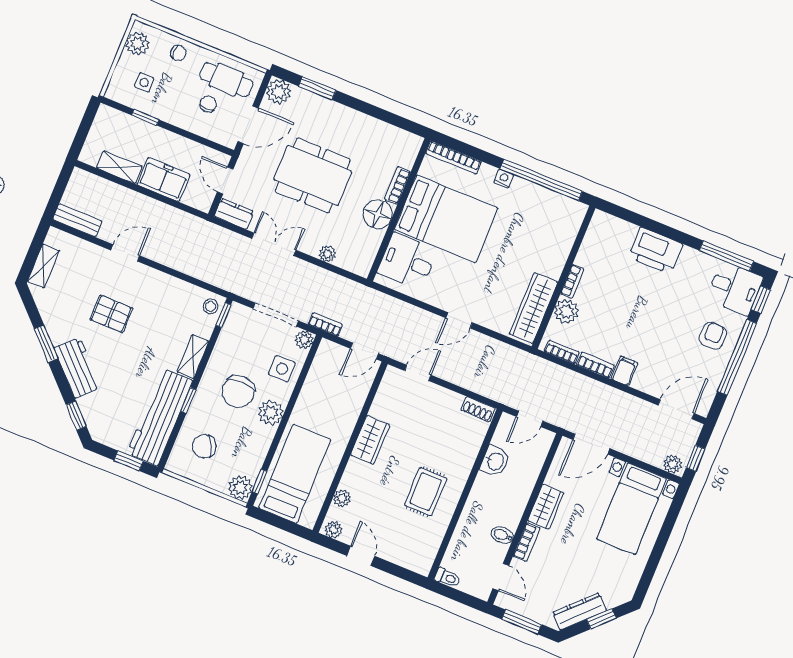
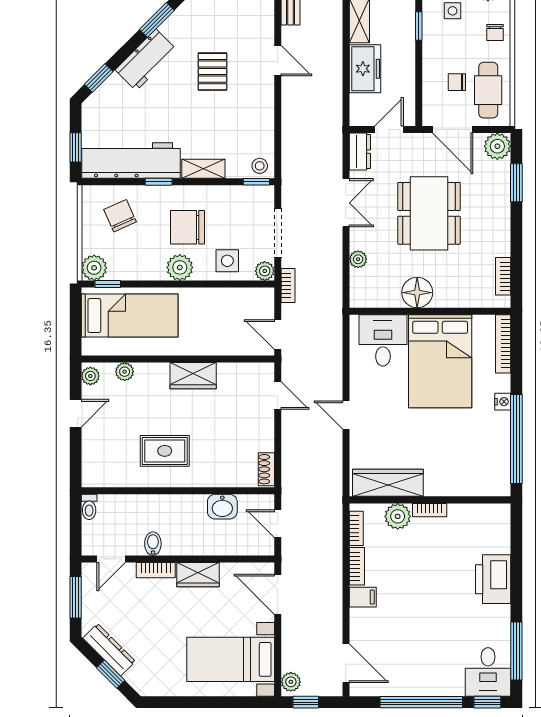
chair: (208, 104) -> (457, 82), turned 180
bookcase: (397, 186) -> (503, 276), moved, turned -90
armchair: (713, 336) -> (433, 670), removed

